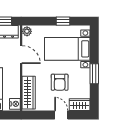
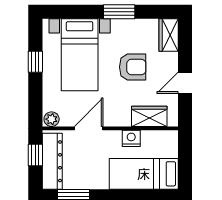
wardrobe: (29, 93) -> (149, 116), width x0.67
nightstand: (15, 104) -> (131, 138), moved
door: (61, 115) -> (185, 83), moved

